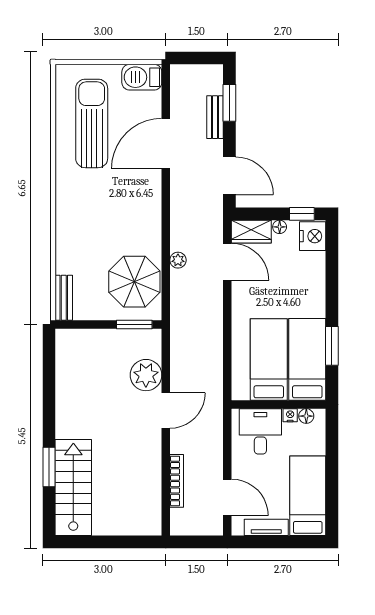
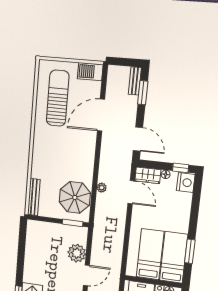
bench: (215, 117) -> (135, 81), moved
bench: (64, 298) -> (34, 197), width x1.36

